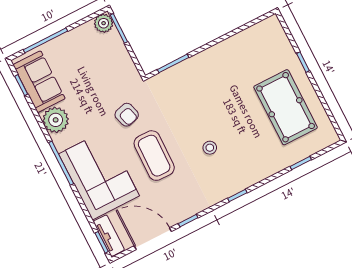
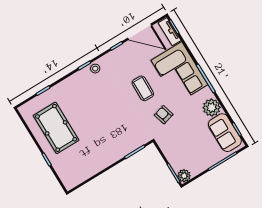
stool: (210, 148) -> (95, 69), moved
coffee table: (154, 156) -> (143, 88), width x0.73, depth x0.76

